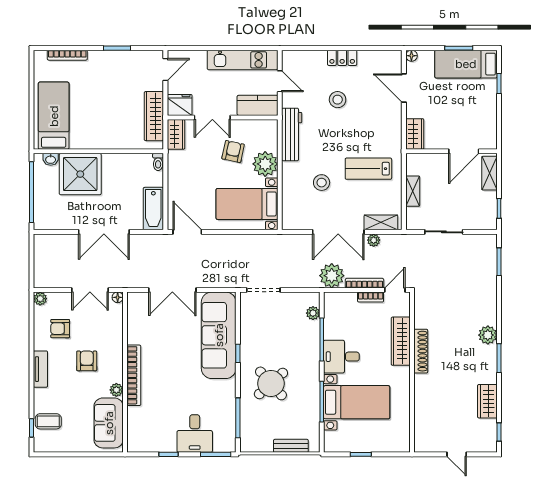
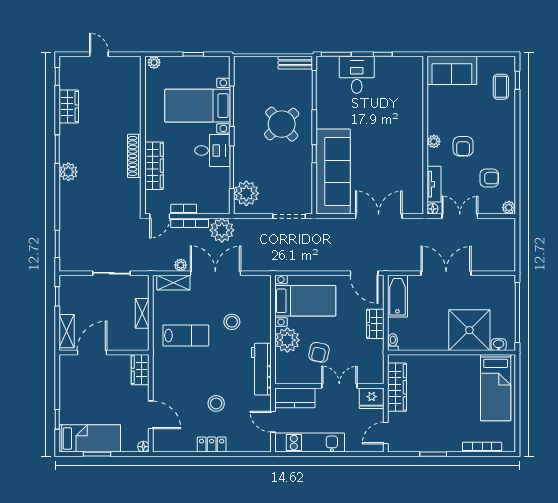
wardrobe: (176, 134) -> (375, 324), moved
plant: (313, 313) -> (246, 193), width x1.88, depth x1.88
tv unit: (40, 369) -> (434, 184), moved, turned 180
bookcase: (134, 375) -> (417, 132), removed
plant: (116, 390) -> (434, 141), moved
coffee table: (48, 421) -> (501, 87), turned 90
sofa: (109, 423) -> (452, 70), moved, turned 90
bench: (291, 446) -> (295, 63), moved
plant: (401, 446) -> (154, 62), added

